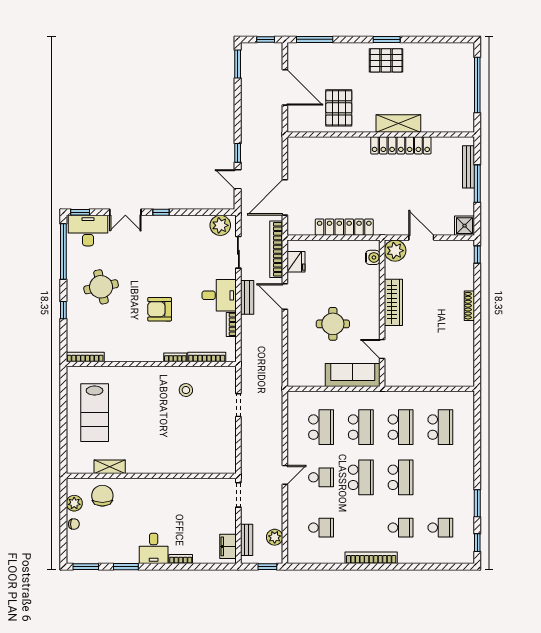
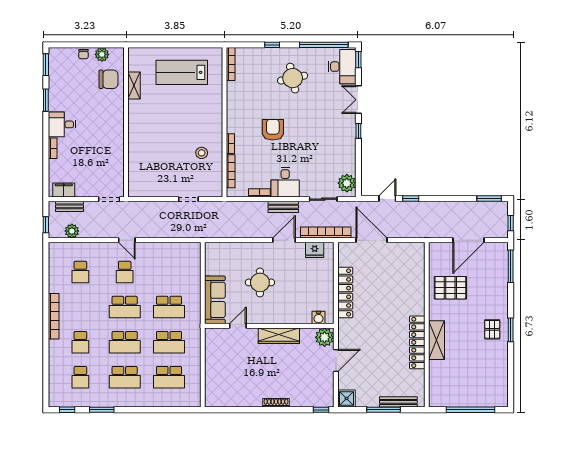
pallet: (386, 60) -> (492, 329), width x0.67, depth x0.71
school desk: (321, 427) -> (125, 377), moved

